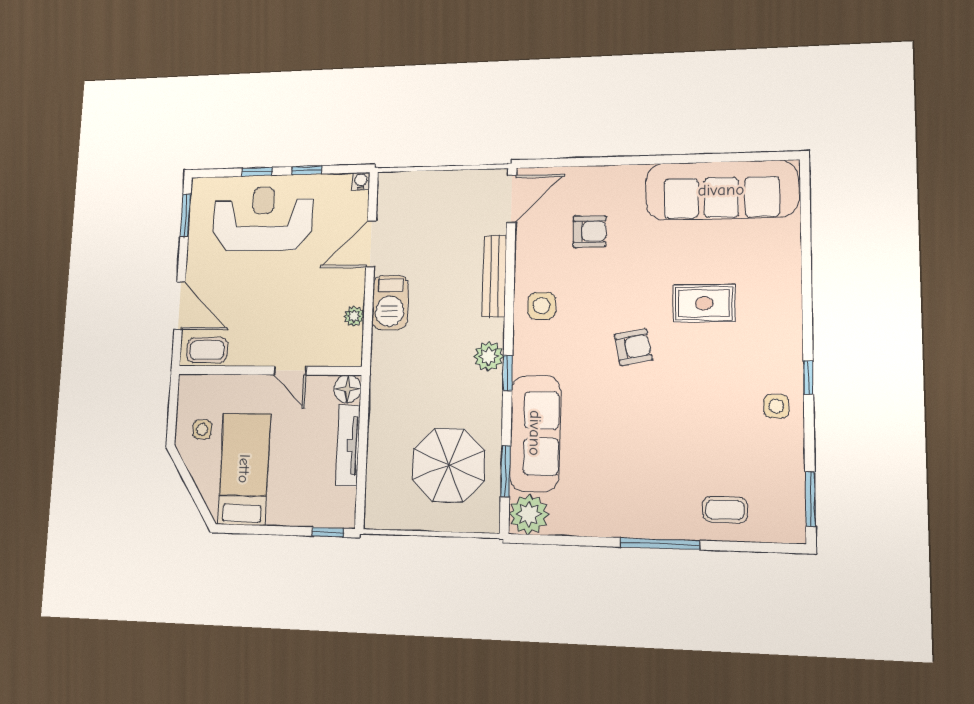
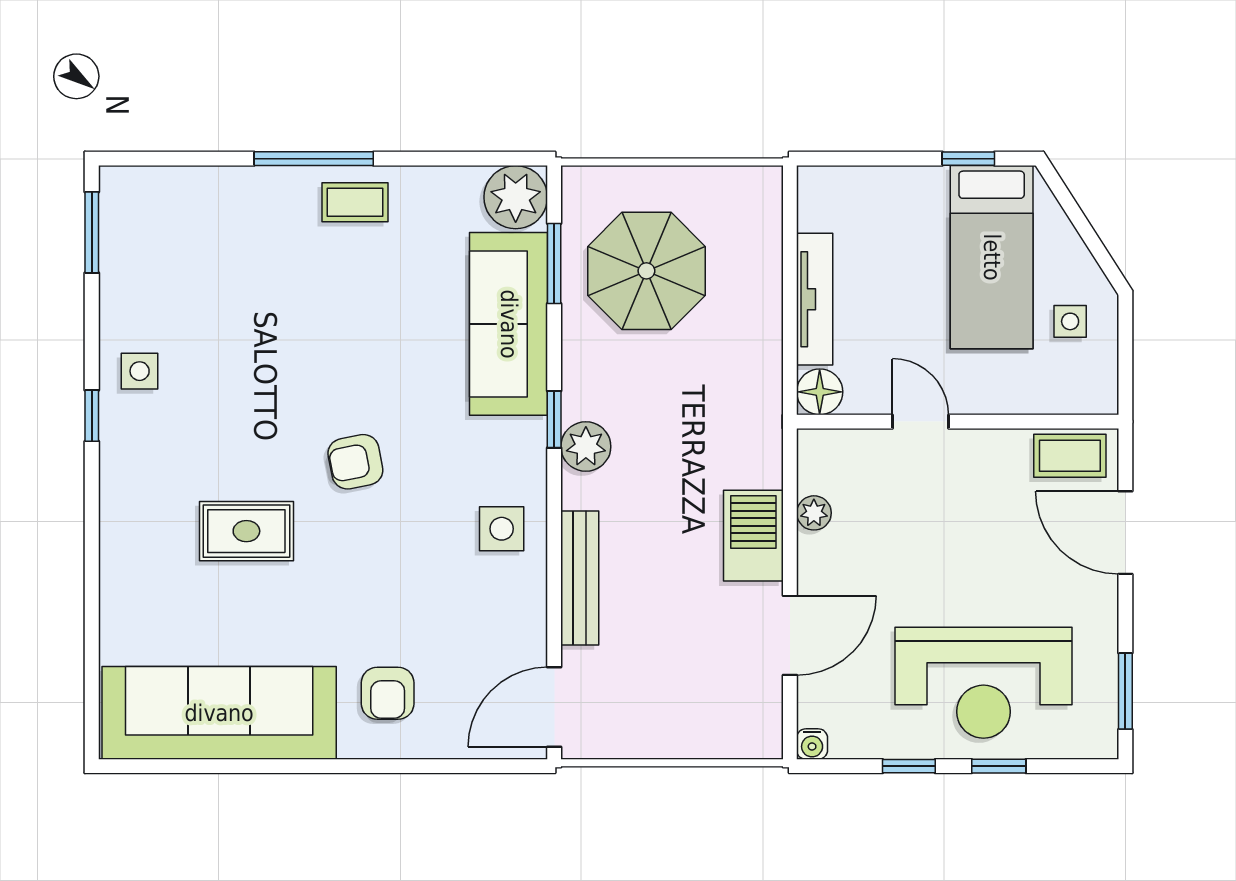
armchair: (589, 231) -> (388, 693), moved, turned -90
coffee table: (725, 510) -> (355, 202), moved
window: (328, 532) -> (968, 159), moved

